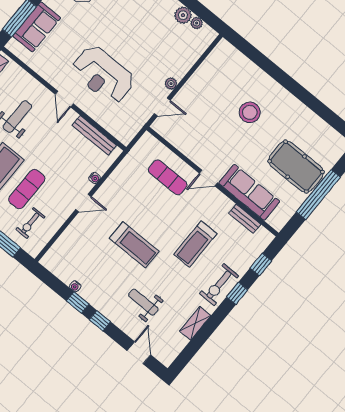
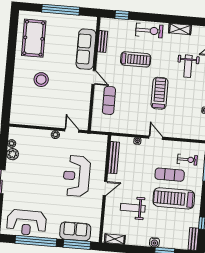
reception desk: (103, 75) -> (76, 176), turned 180
pool table: (296, 167) -> (34, 38), moved
window: (237, 293) -> (147, 17), removed

